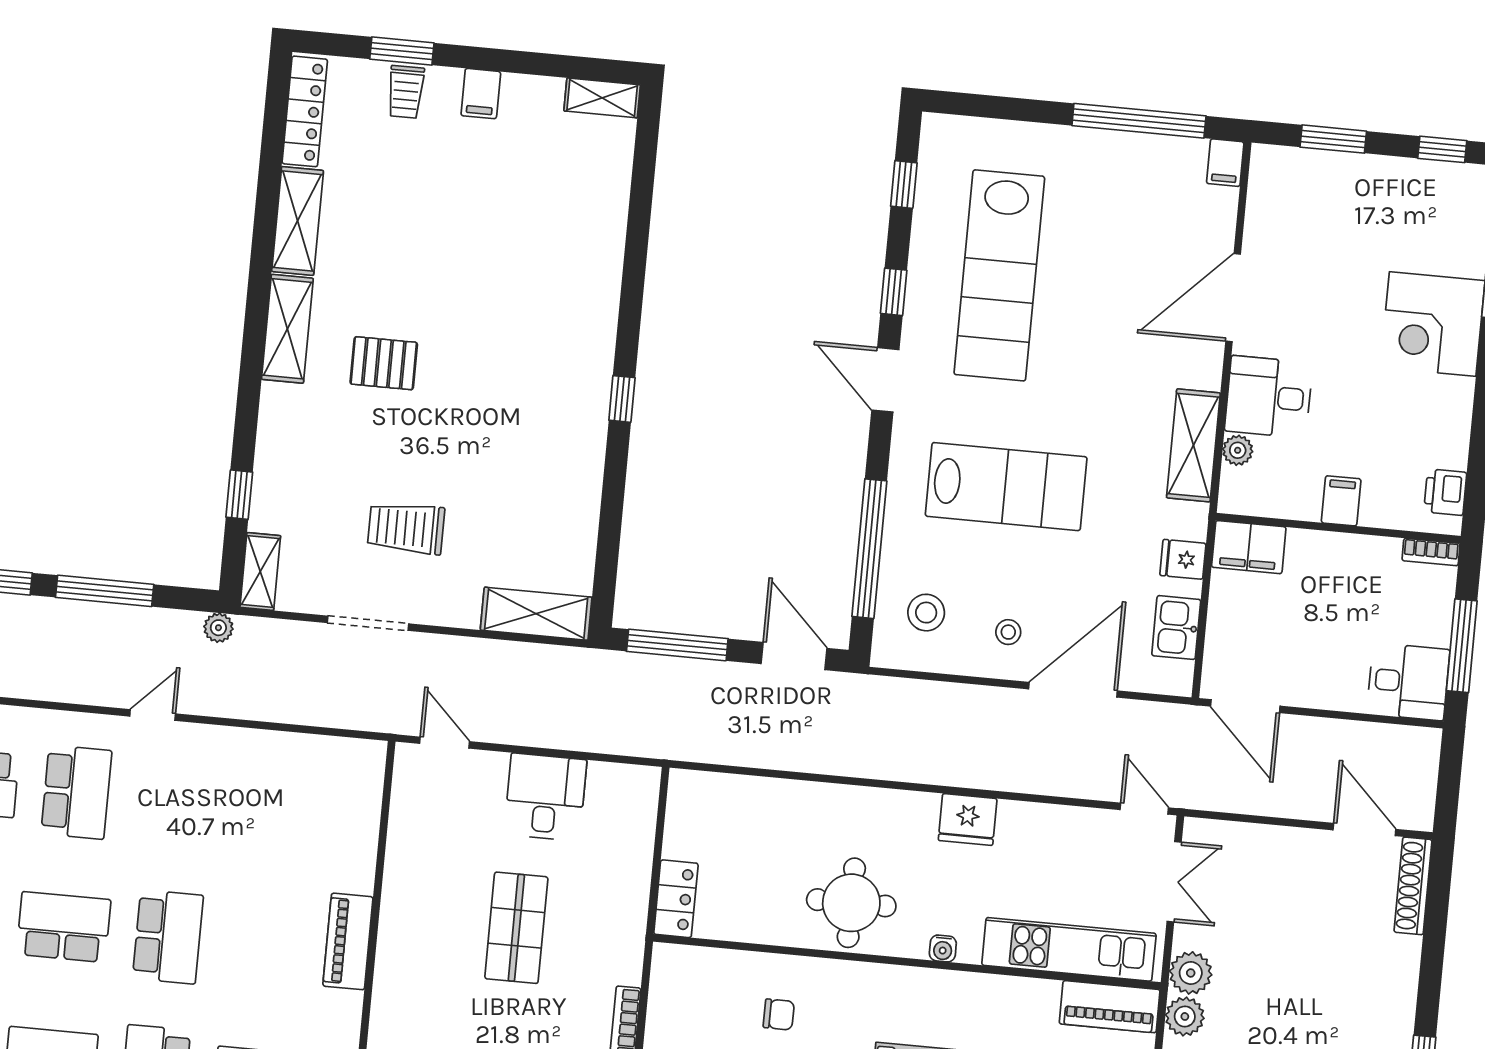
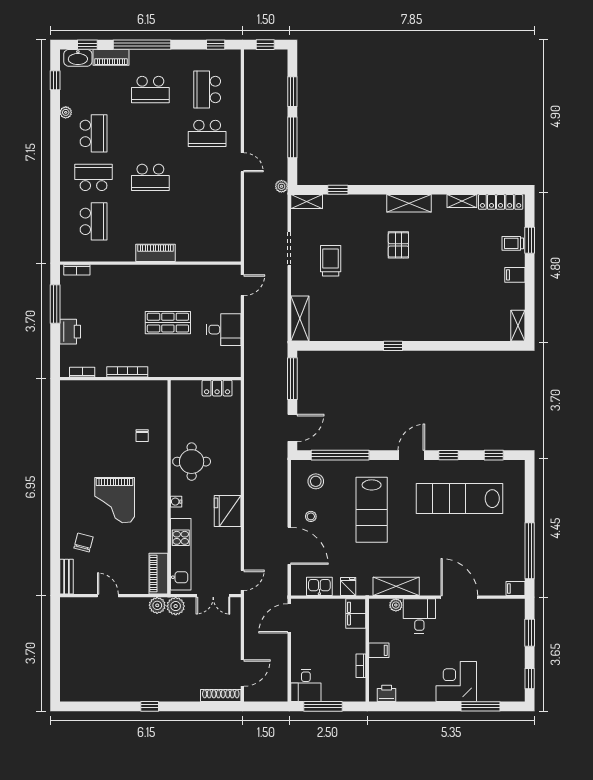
shelving: (298, 221) -> (462, 201), width x0.67, depth x0.75
bookcase: (1431, 552) -> (361, 666), moved
fridge: (968, 819) -> (228, 511), width x1.36, depth x1.34
locker: (676, 899) -> (217, 388), moved
school desk: (64, 927) -> (150, 133), removed

